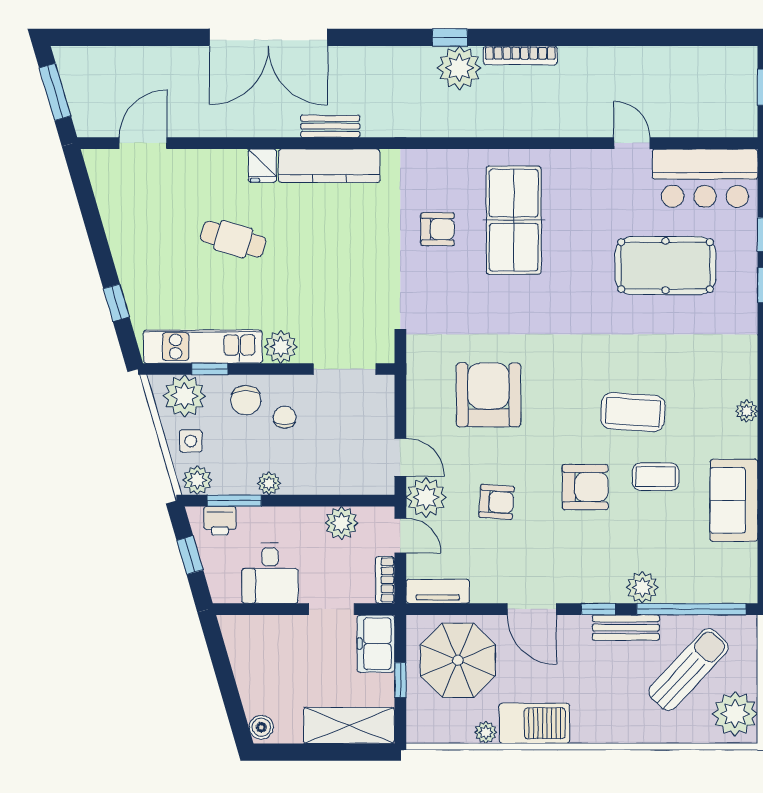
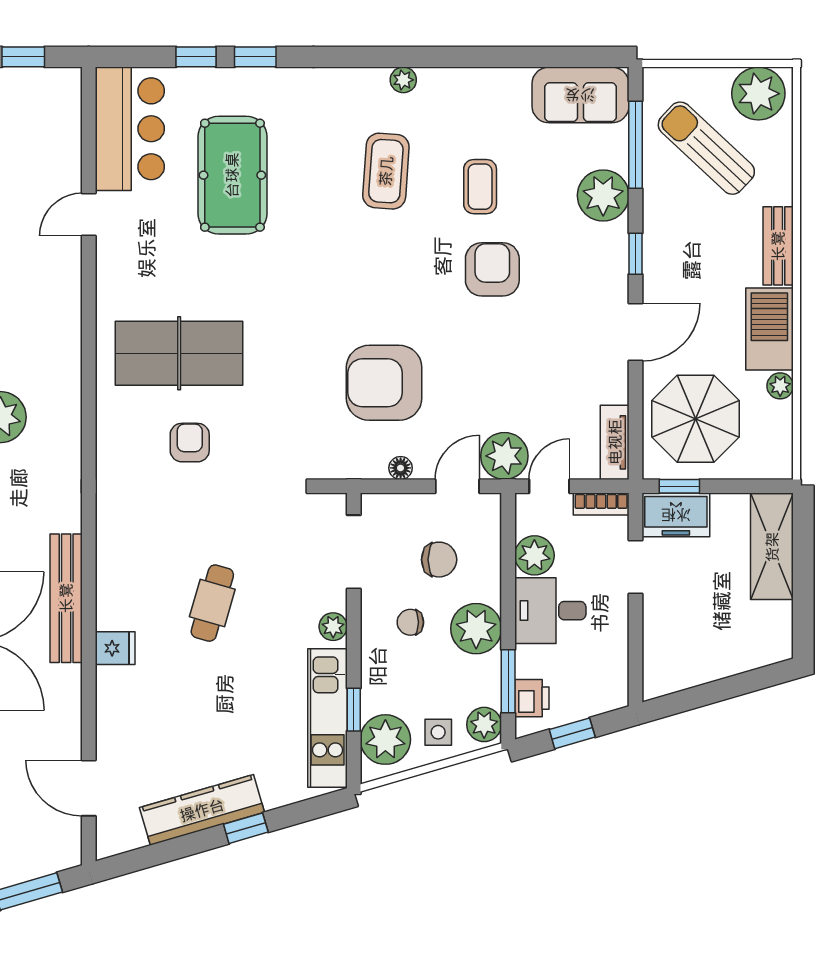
bench: (330, 126) -> (66, 598), width x1.86, depth x1.21
kitchen counter: (329, 166) -> (202, 810), moved, turned -106
cafe table: (233, 239) -> (212, 603), moved
window: (116, 303) -> (246, 828), moved
plant: (281, 347) -> (333, 627), width x0.73, depth x0.73
chair: (246, 400) -> (439, 560), moved
floor lamp: (416, 409) -> (401, 468), added
coffee table: (633, 412) -> (386, 171), moved
plant: (269, 483) -> (476, 629), width x1.87, depth x1.87
sofa: (734, 500) -> (580, 95), moved
armchair: (496, 502) -> (510, 373), removed
desk: (270, 573) -> (550, 611), moved, turned 180
plant: (642, 587) -> (603, 195), width x1.36, depth x1.36
window: (691, 609) -> (636, 145), width x0.68
bench: (626, 628) -> (778, 246), moved
window: (400, 680) -> (679, 486), moved
boiler: (261, 727) -> (774, 649), removed

